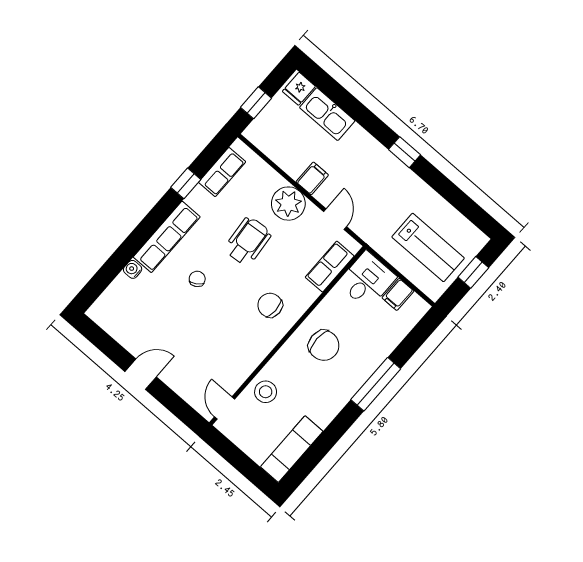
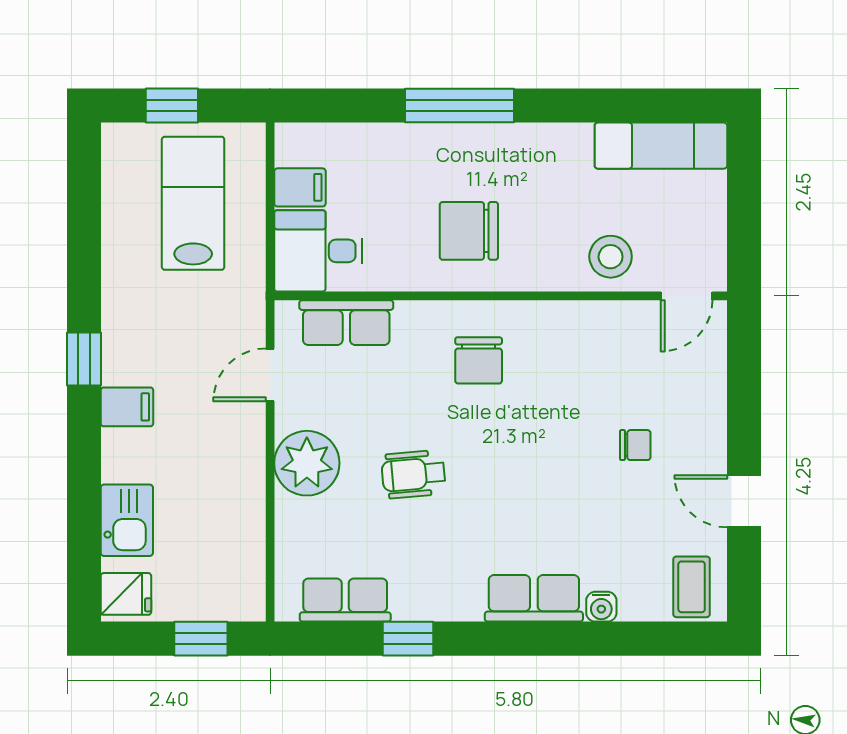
kitchen sink: (327, 114) -> (127, 520), width x0.73
filing cabinet: (312, 178) -> (127, 407), moved, turned 180
row of seats: (167, 237) -> (534, 598), width x0.68
wheelchair: (248, 241) -> (413, 474), width x0.73, depth x0.73
chair: (197, 279) -> (635, 445), moved, turned -147
coffee table: (110, 311) -> (692, 587), added
chair: (324, 345) -> (469, 231), turned -90
door: (141, 374) -> (744, 501), moved

